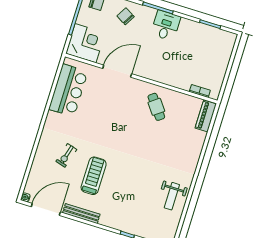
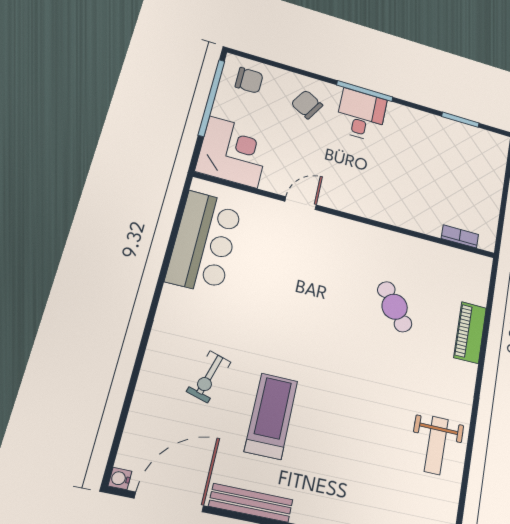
desk: (166, 26) -> (361, 115), moved
door: (117, 71) -> (301, 203), width x0.53
cafe table: (156, 107) -> (395, 307), moved
piano: (206, 116) -> (470, 333), moved

